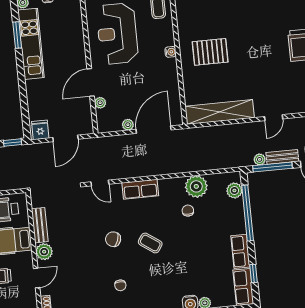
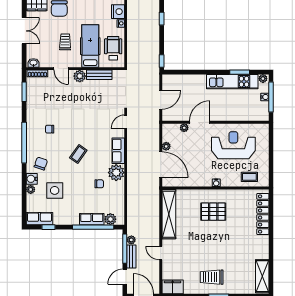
pallet: (210, 52) -> (213, 212), turned 90
door: (91, 82) -> (200, 122), hinge flipped
fridge: (40, 130) -> (169, 82), removed
door: (65, 138) -> (161, 100), swing flipped
plant: (196, 186) -> (116, 173), moved
chair: (113, 239) -> (41, 164), moved
row of seats: (240, 251) -> (92, 219), moved
side table: (203, 270) -> (55, 190), added

